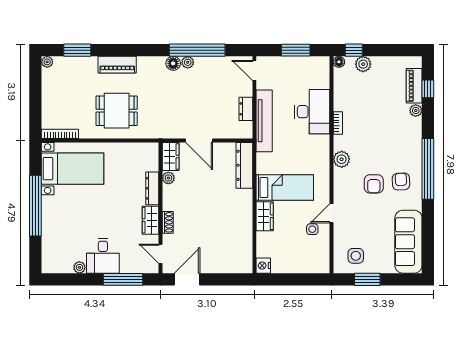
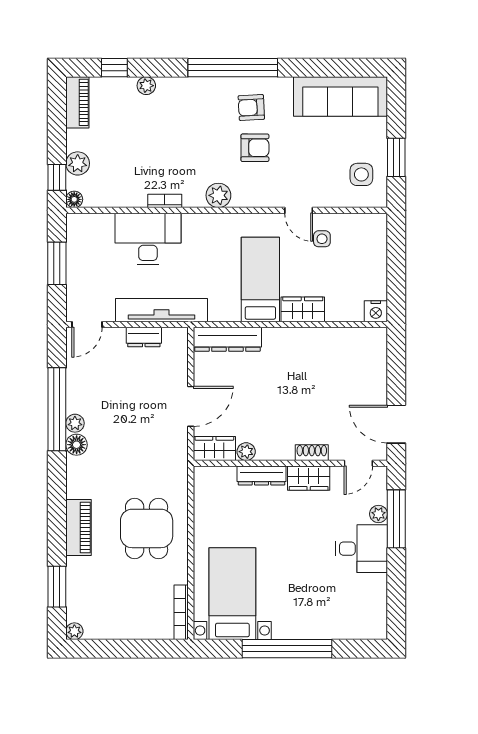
piano: (414, 86) -> (77, 102), moved, turned -90
plant: (79, 267) -> (378, 514), moved

